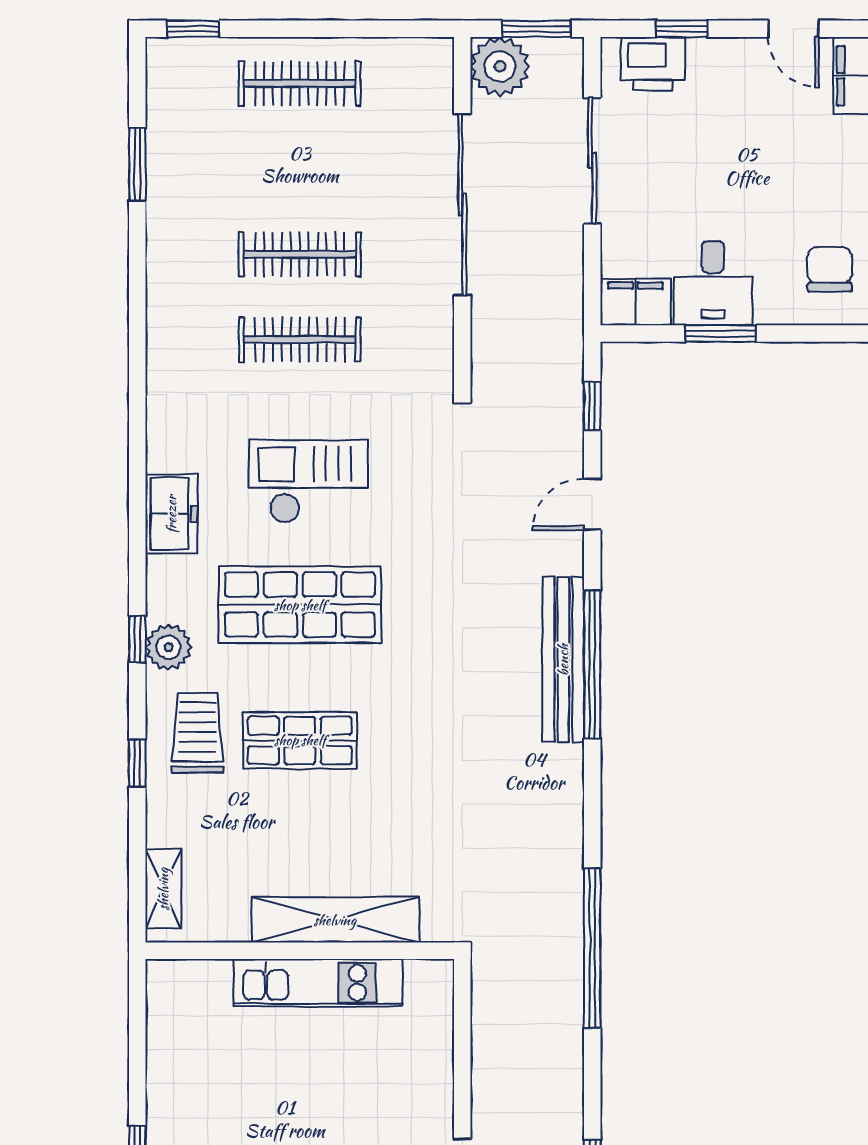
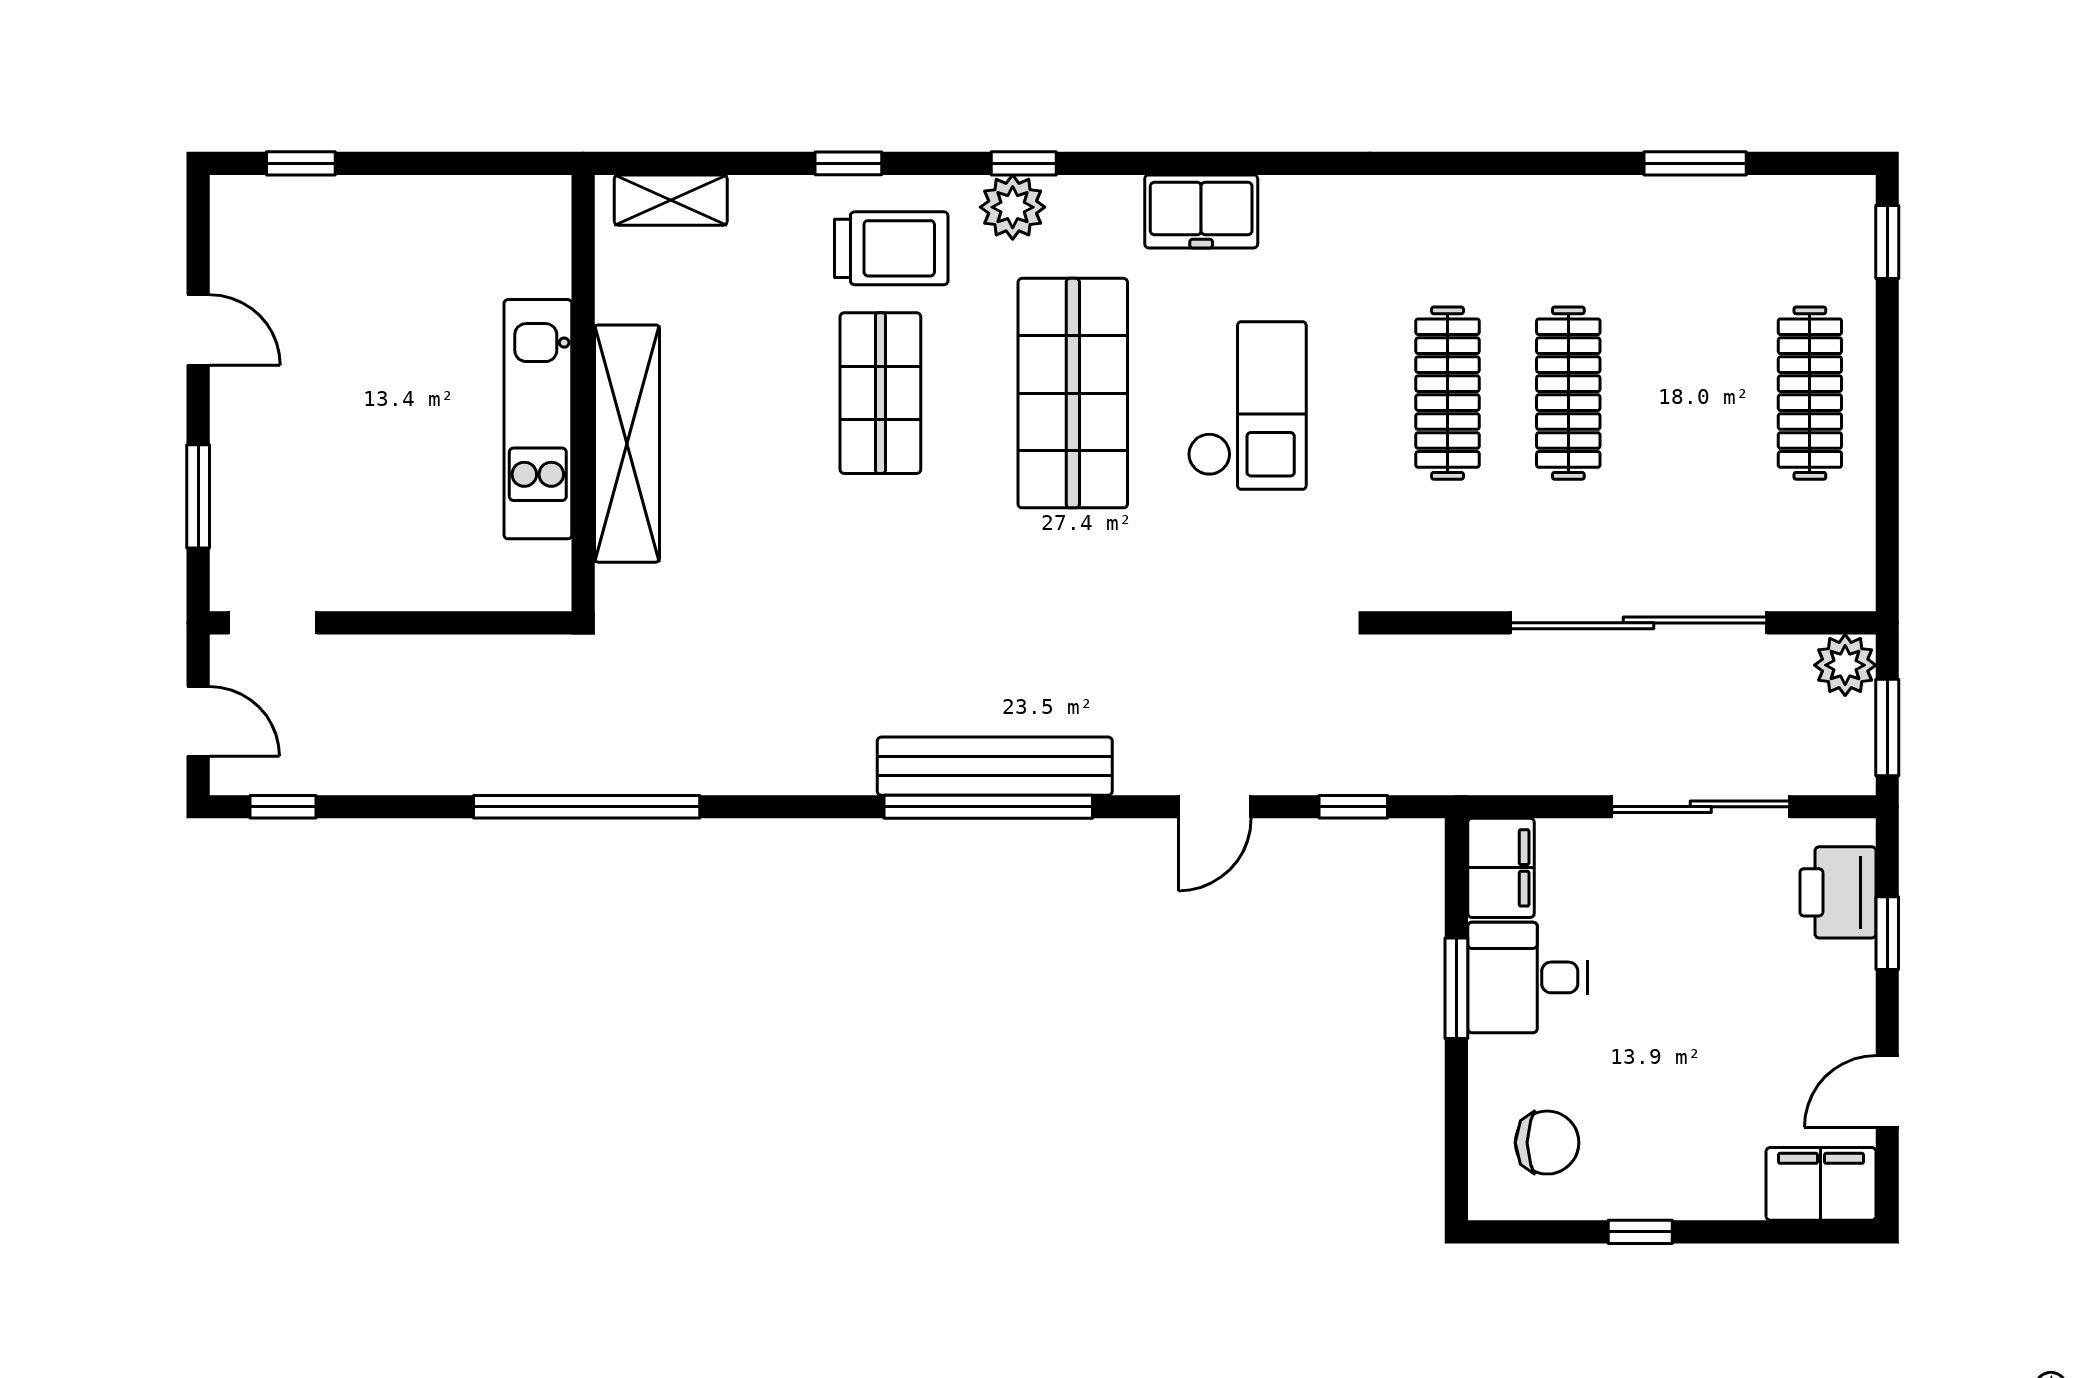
plant: (500, 66) -> (1845, 665), width x0.73, depth x0.73
door: (592, 504) -> (1215, 807), swing flipped

